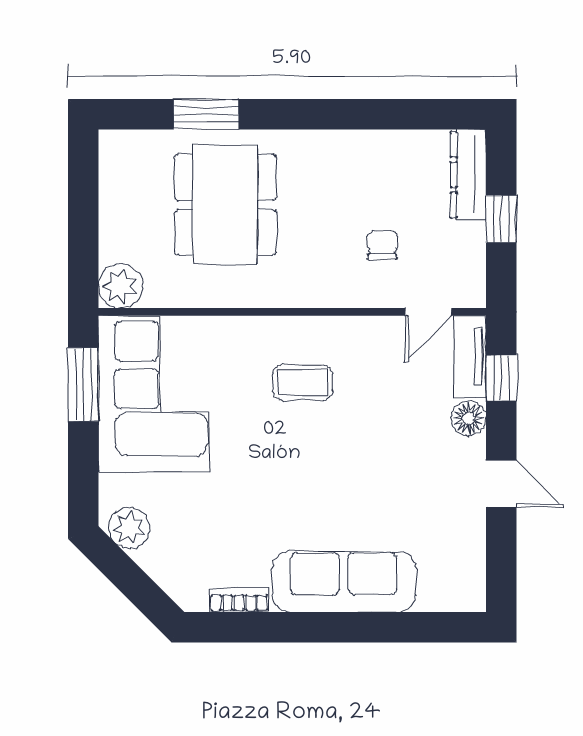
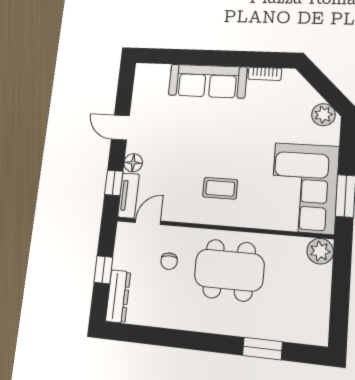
dining table: (225, 205) -> (229, 270), moved, turned 90

